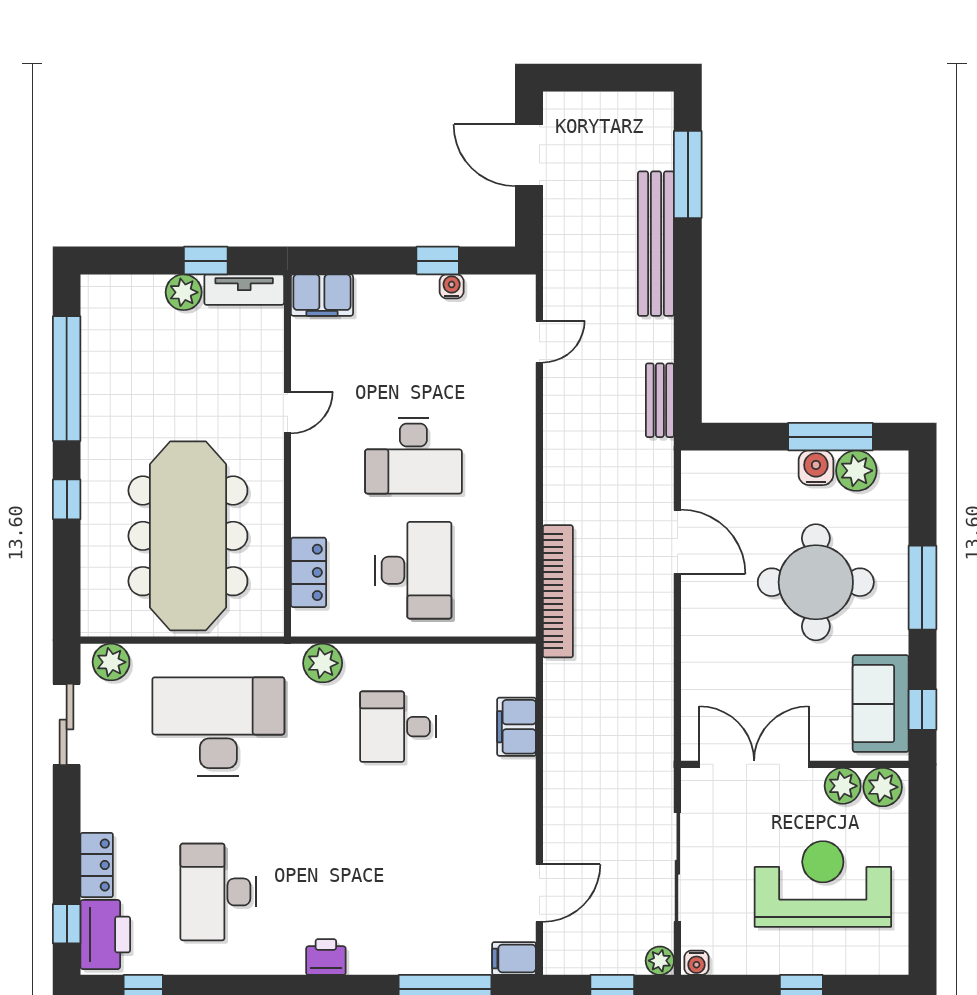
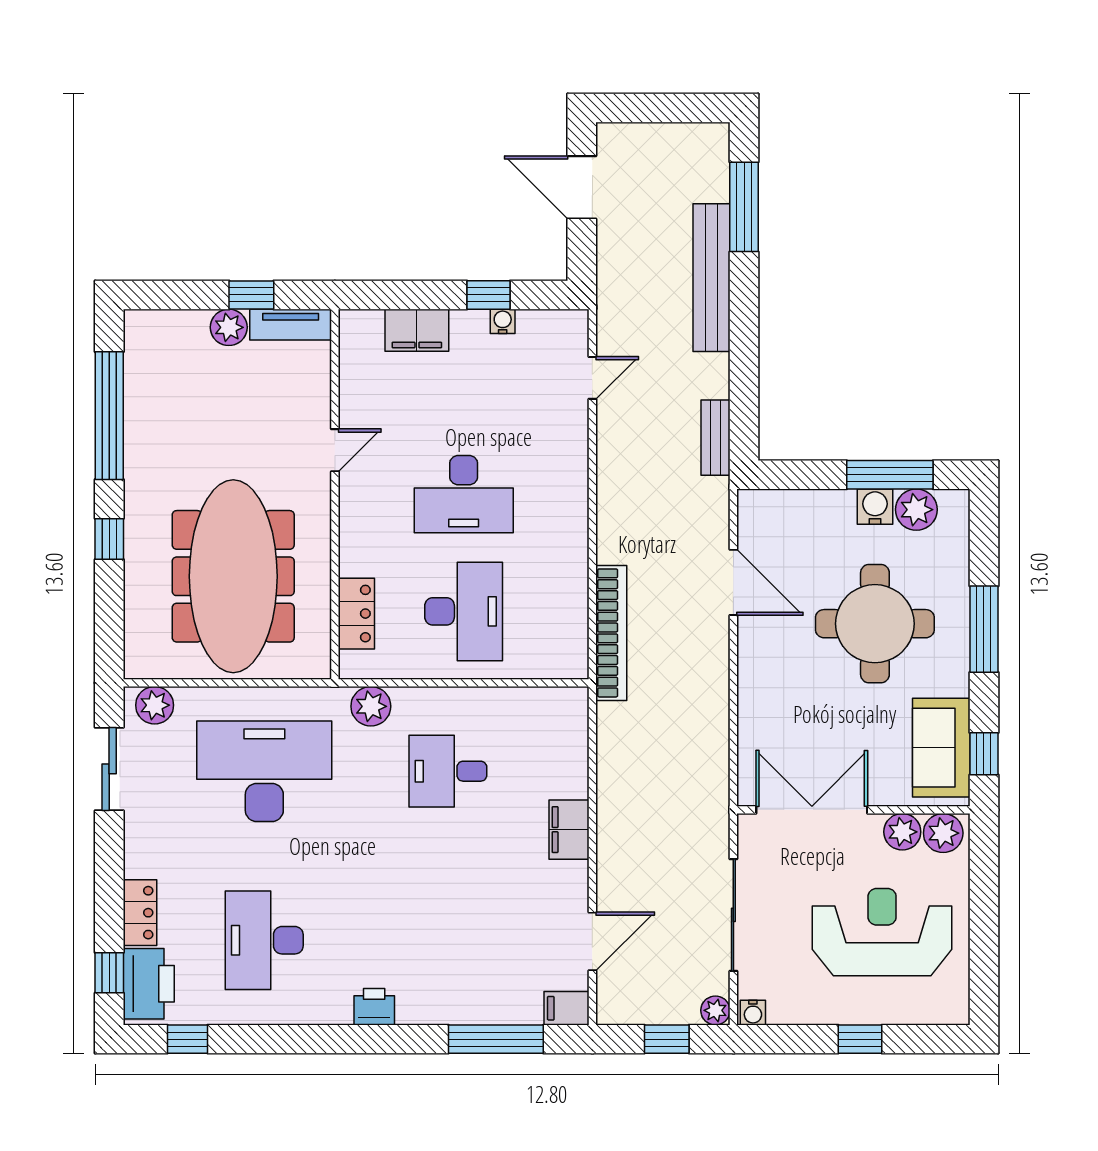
filing cabinet: (322, 295) -> (417, 330), moved
filing cabinet: (517, 727) -> (569, 830), moved

